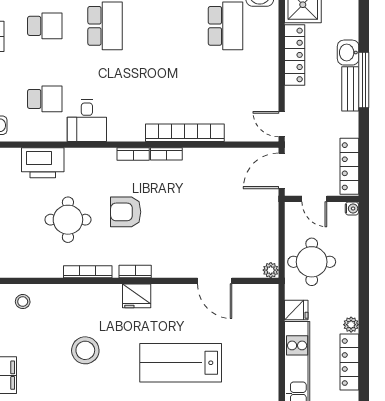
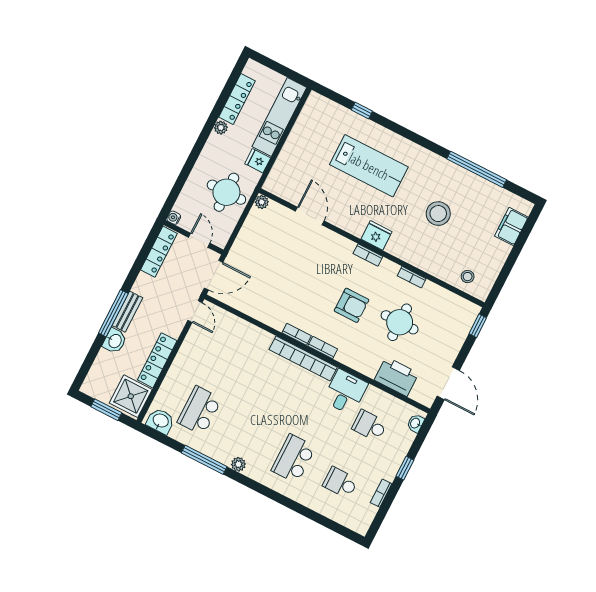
bookcase: (185, 133) -> (303, 358), moved
bookcase: (88, 272) -> (412, 277), width x0.64

